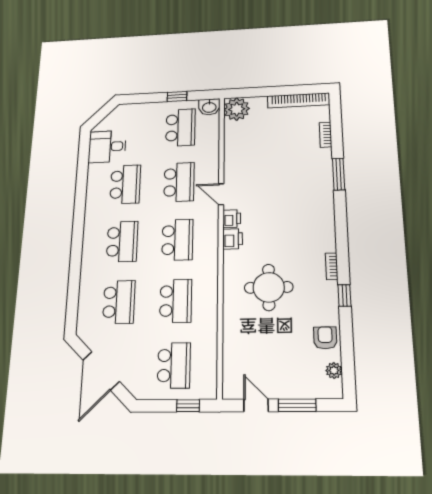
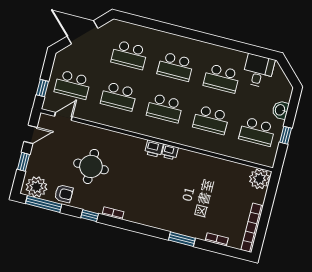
washbasin: (209, 107) -> (280, 110), moved
door: (221, 194) -> (63, 116), moved
round table: (269, 287) -> (91, 166), moved
window: (348, 361) -> (44, 204), added
plant: (334, 371) -> (36, 187), width x1.88, depth x1.88
window: (297, 405) -> (24, 162), width x0.67

